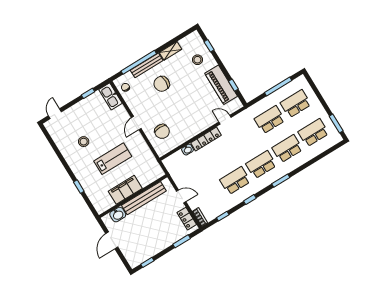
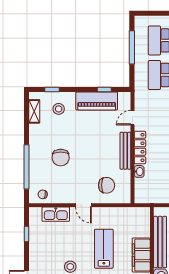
shelving: (170, 51) -> (34, 111), moved
bench: (147, 65) -> (125, 151), moved
kitchen sink: (110, 96) -> (56, 214), moved

